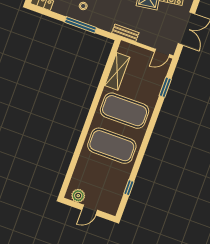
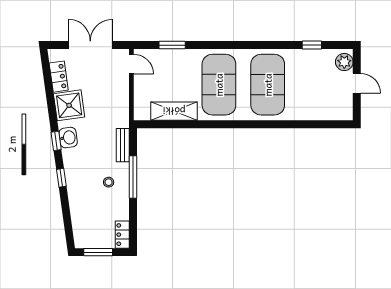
bench: (125, 33) -> (123, 145), moved
plant: (78, 196) -> (344, 62), moved

